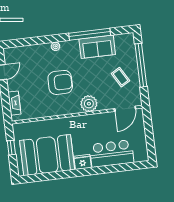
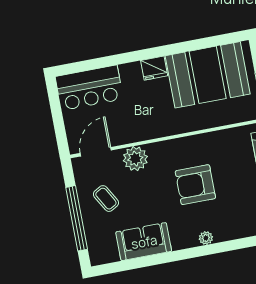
window: (90, 34) -> (156, 260), removed
plant: (89, 104) -> (135, 159), moved
bar counter: (112, 154) -> (89, 88), moved

